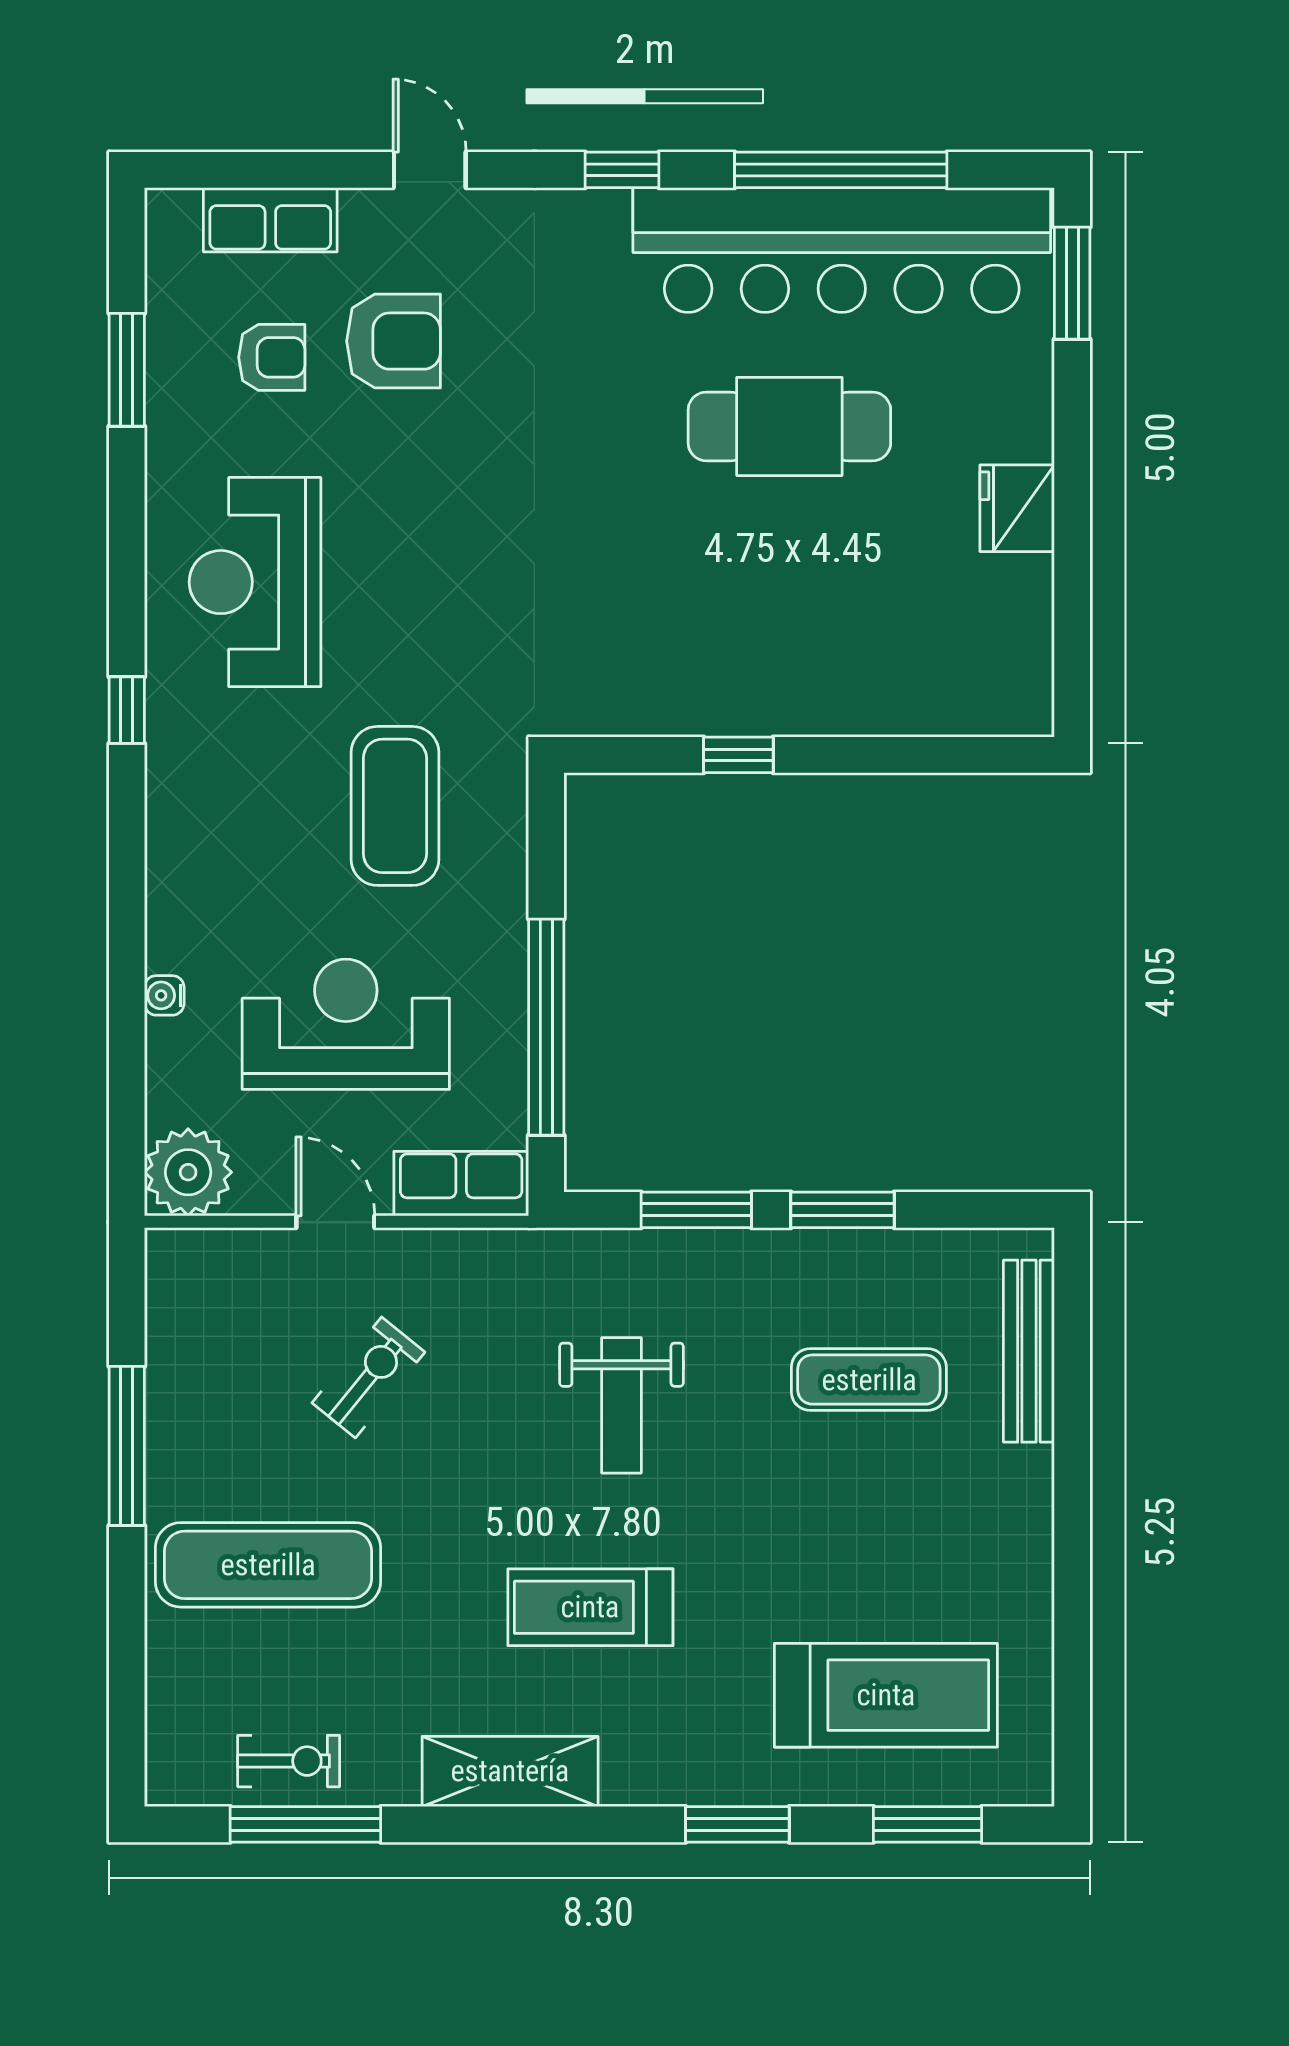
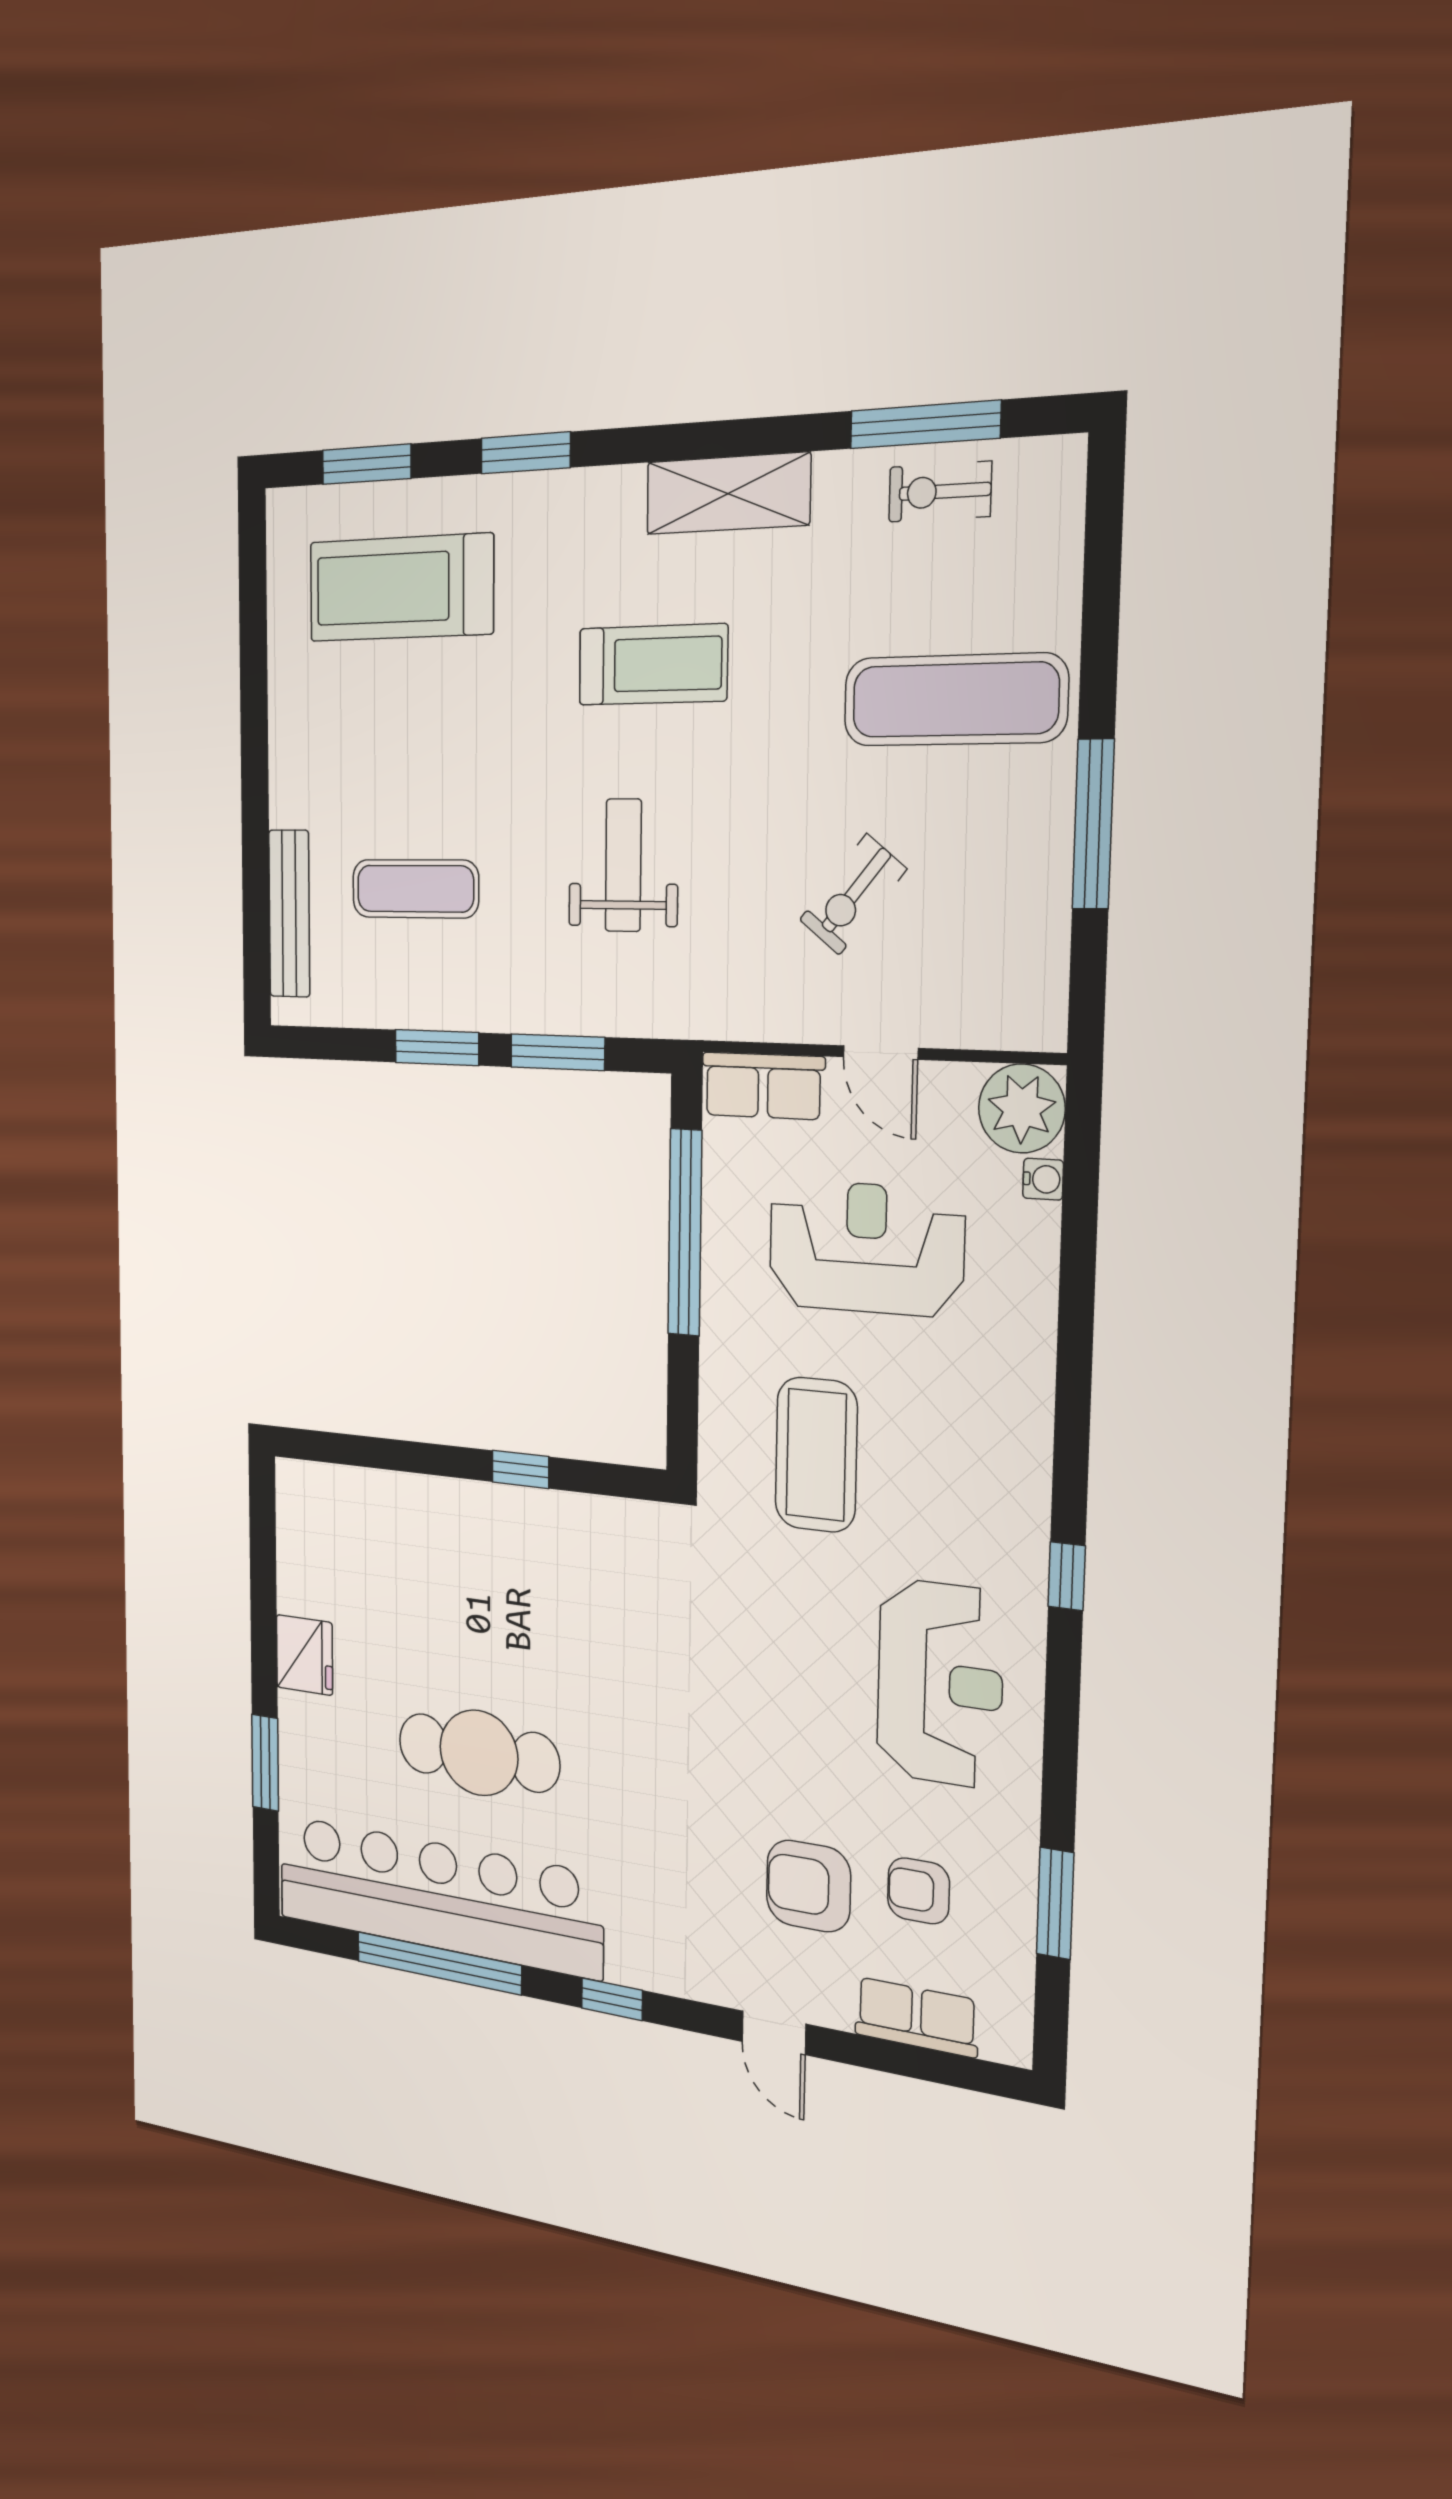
window: (1072, 283) -> (265, 1763), moved
water cooler: (164, 995) -> (1043, 1179), moved
reception desk: (346, 1024) -> (866, 1248), turned 180

